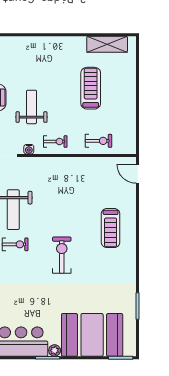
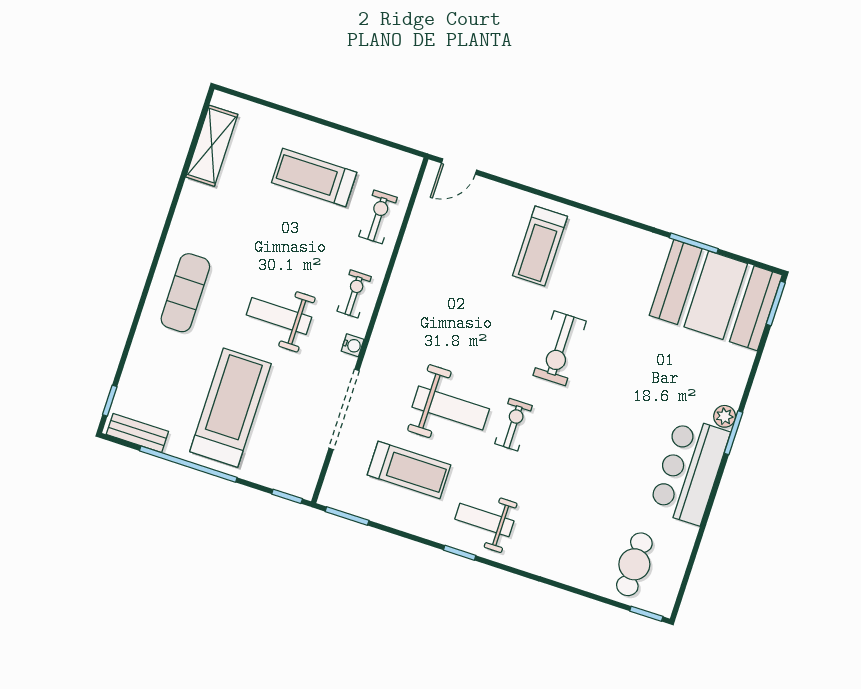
exercise mat: (28, 55) -> (185, 293), added
treadmill: (91, 88) -> (314, 177), moved
treadmill: (111, 228) -> (540, 246), turned 90
exercise bike: (62, 255) -> (560, 348), turned -90
booth: (92, 335) -> (716, 295), moved, turned 90

